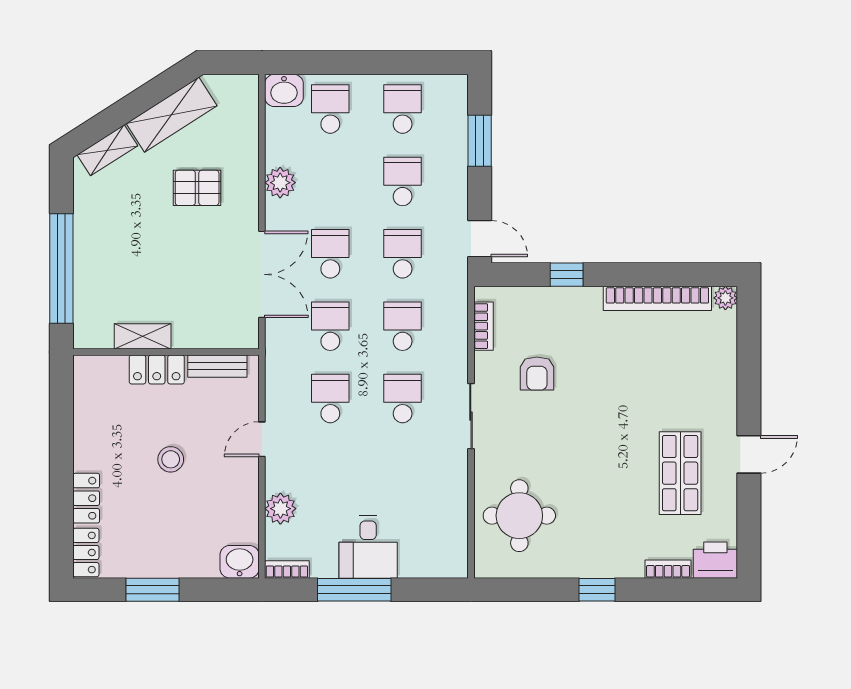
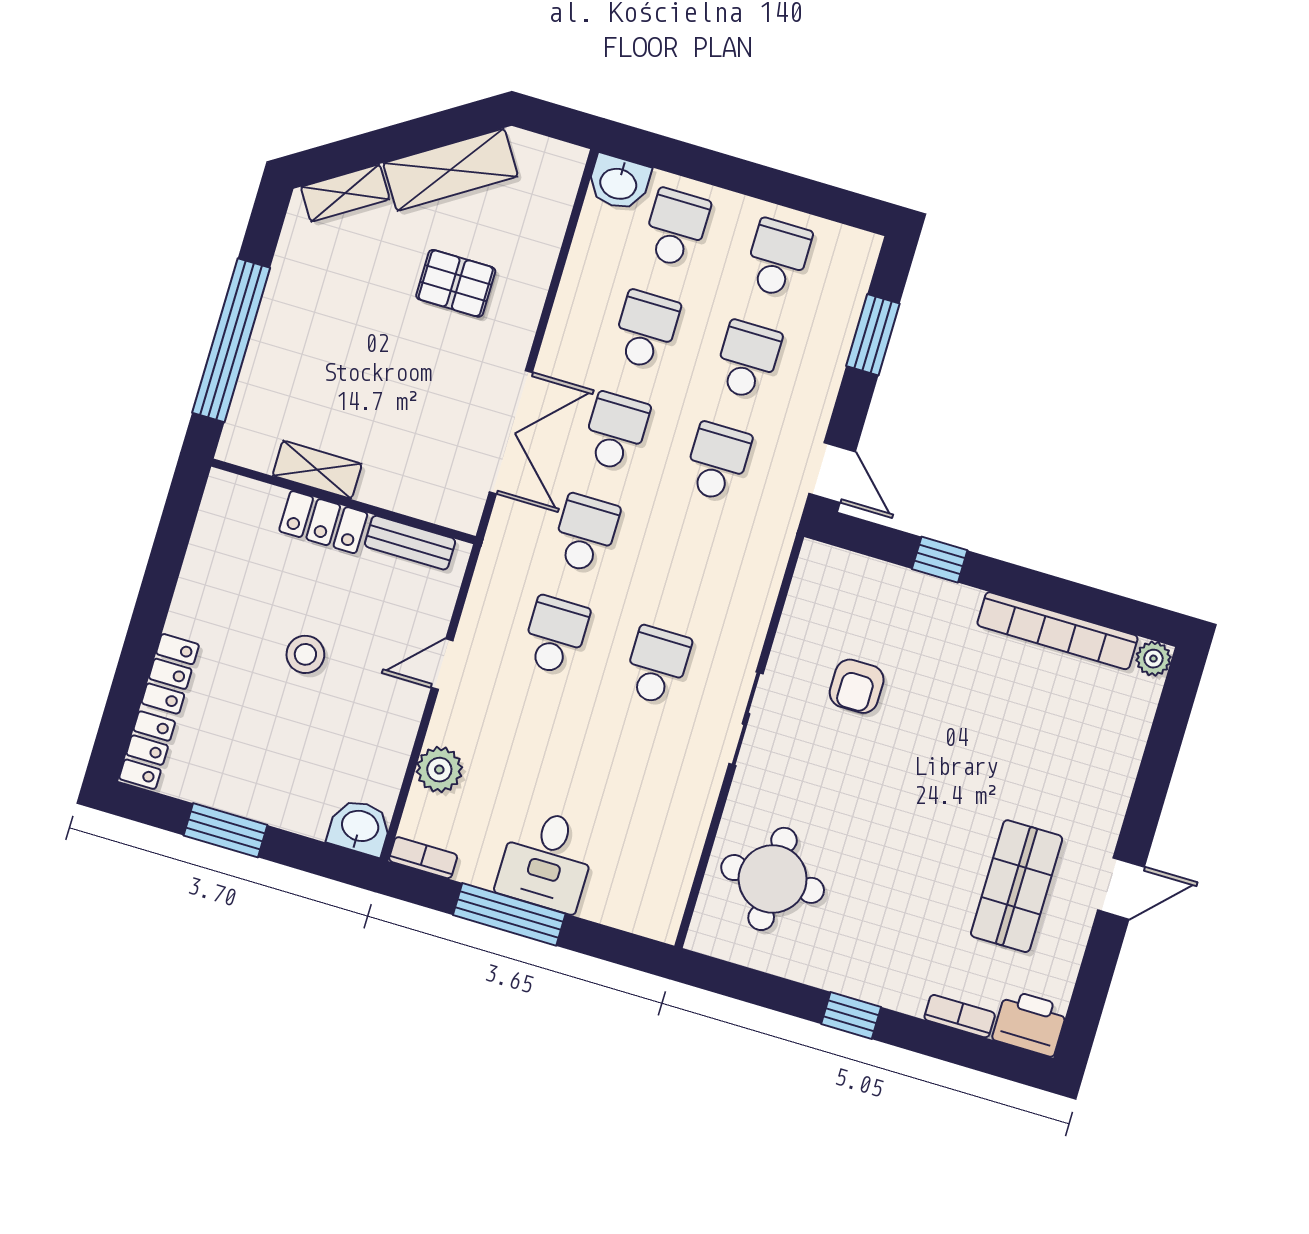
plant: (280, 183) -> (575, 311), removed
school desk: (403, 326) -> (646, 330), moved
bookcase: (484, 326) -> (801, 597), removed

